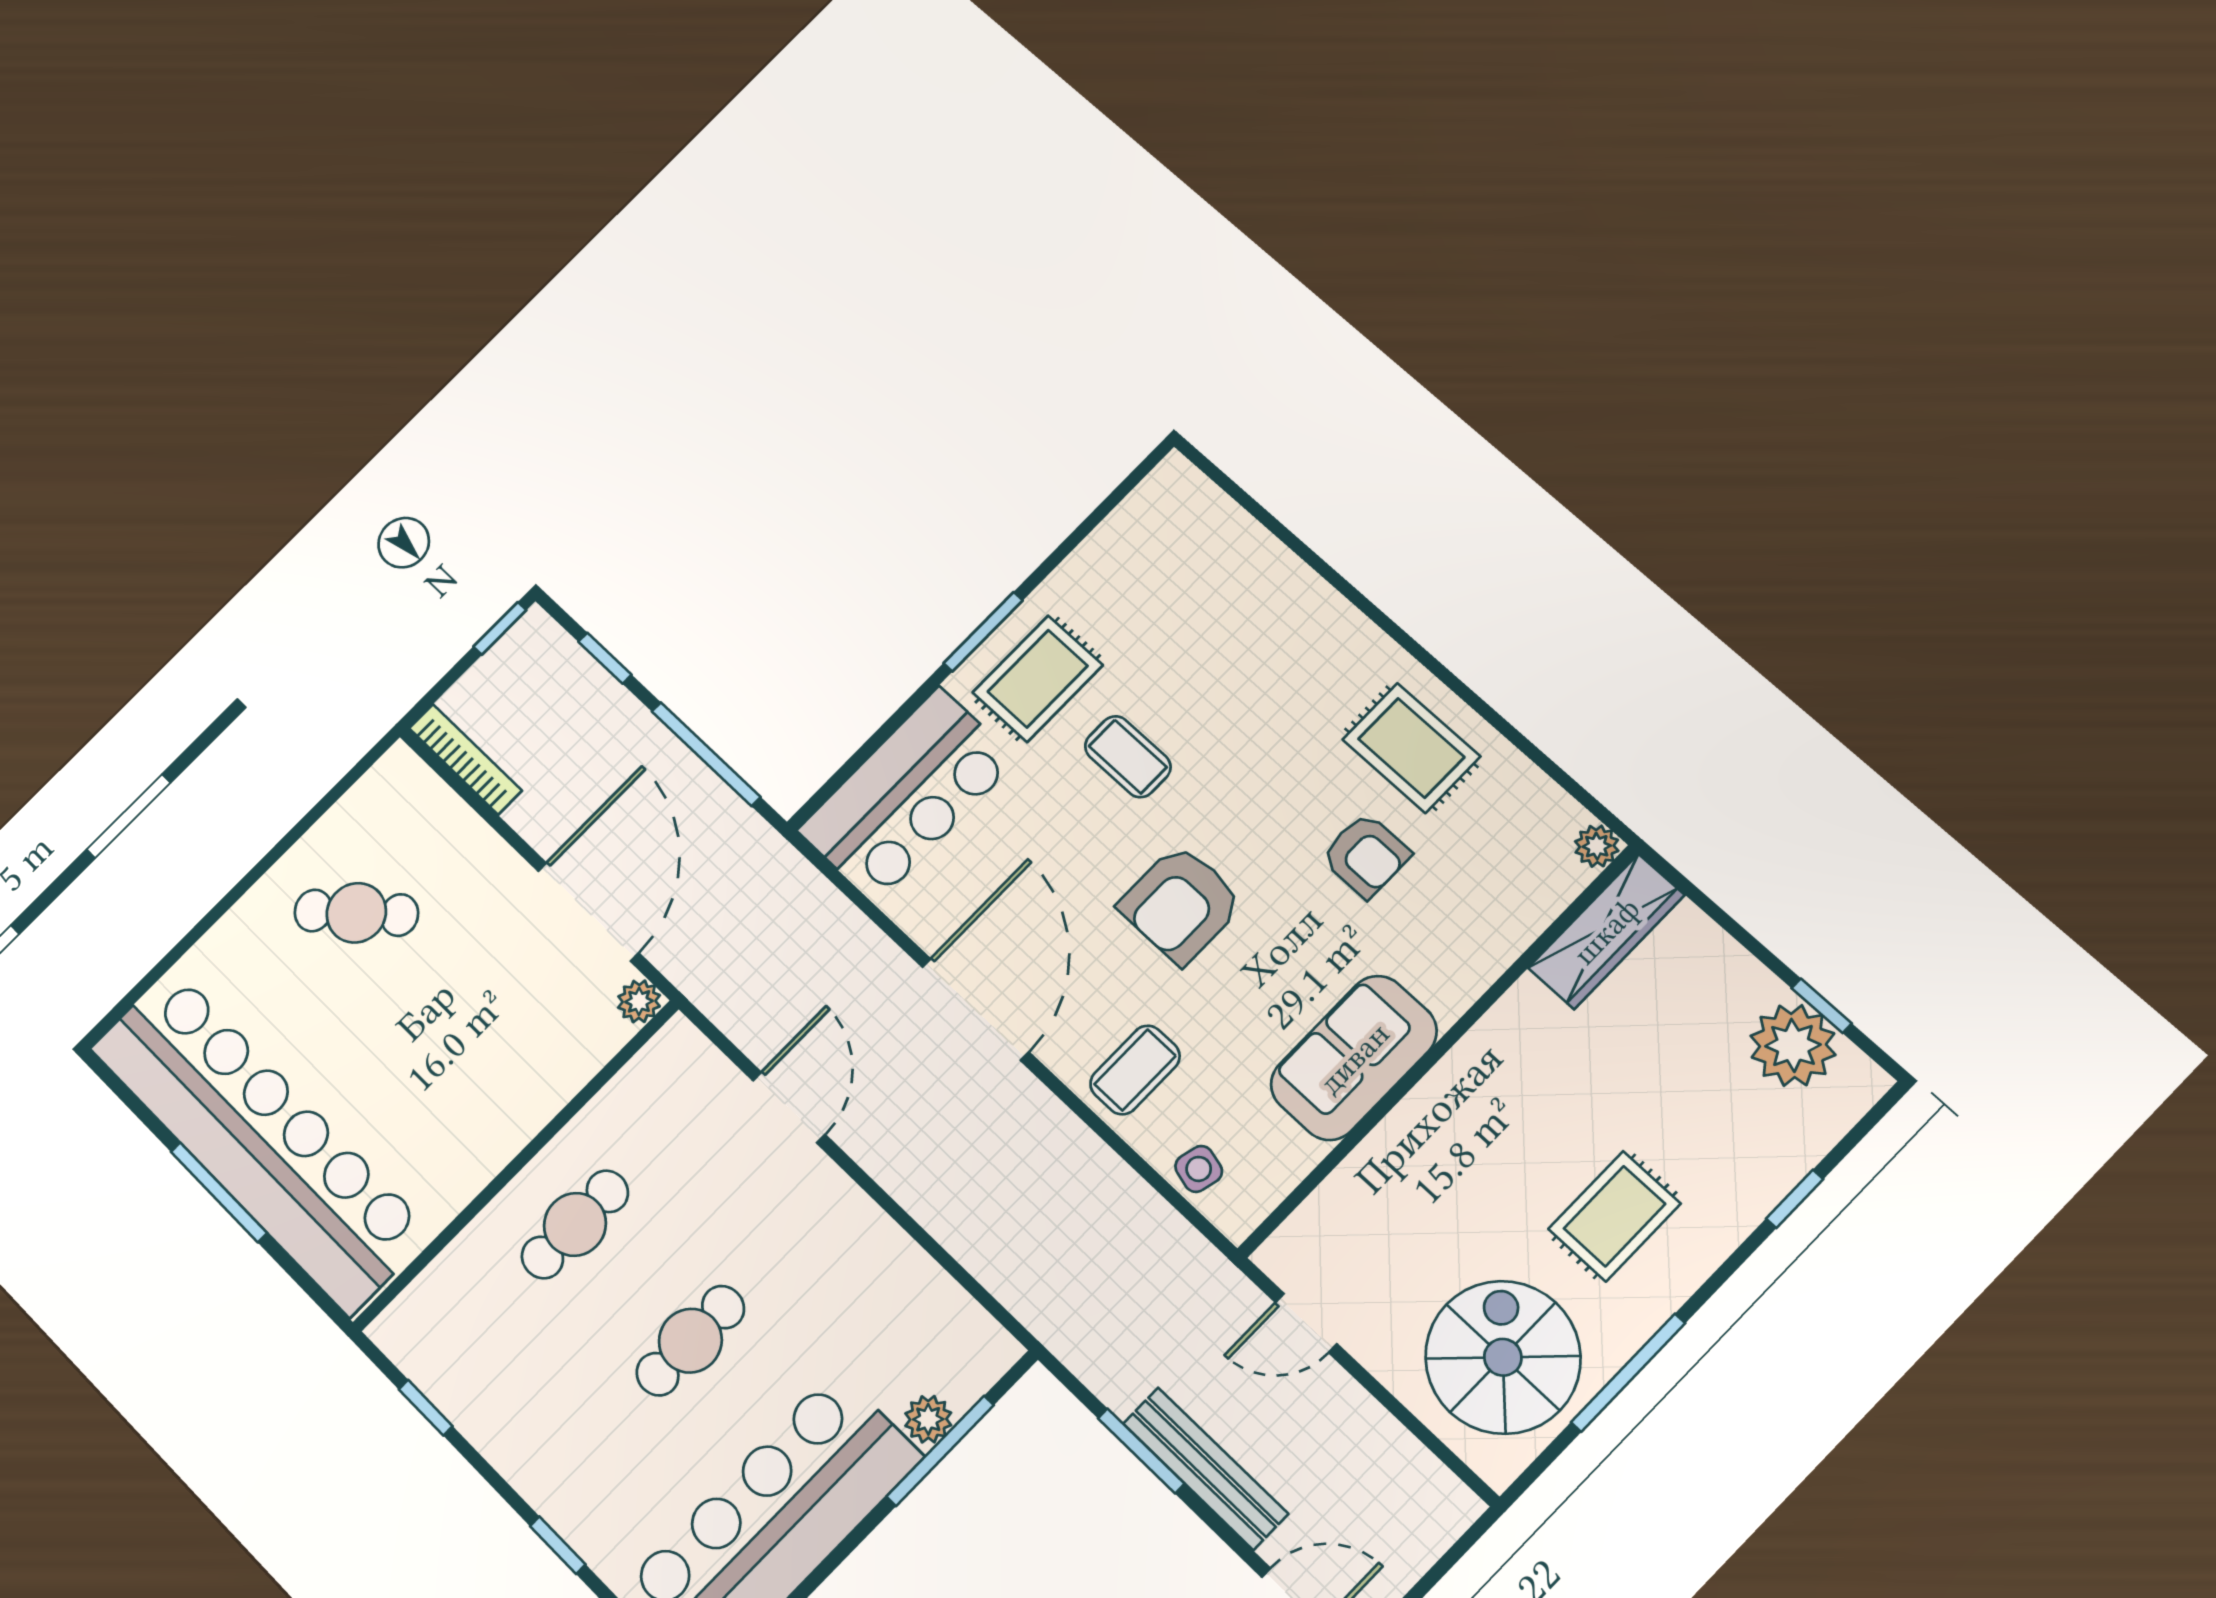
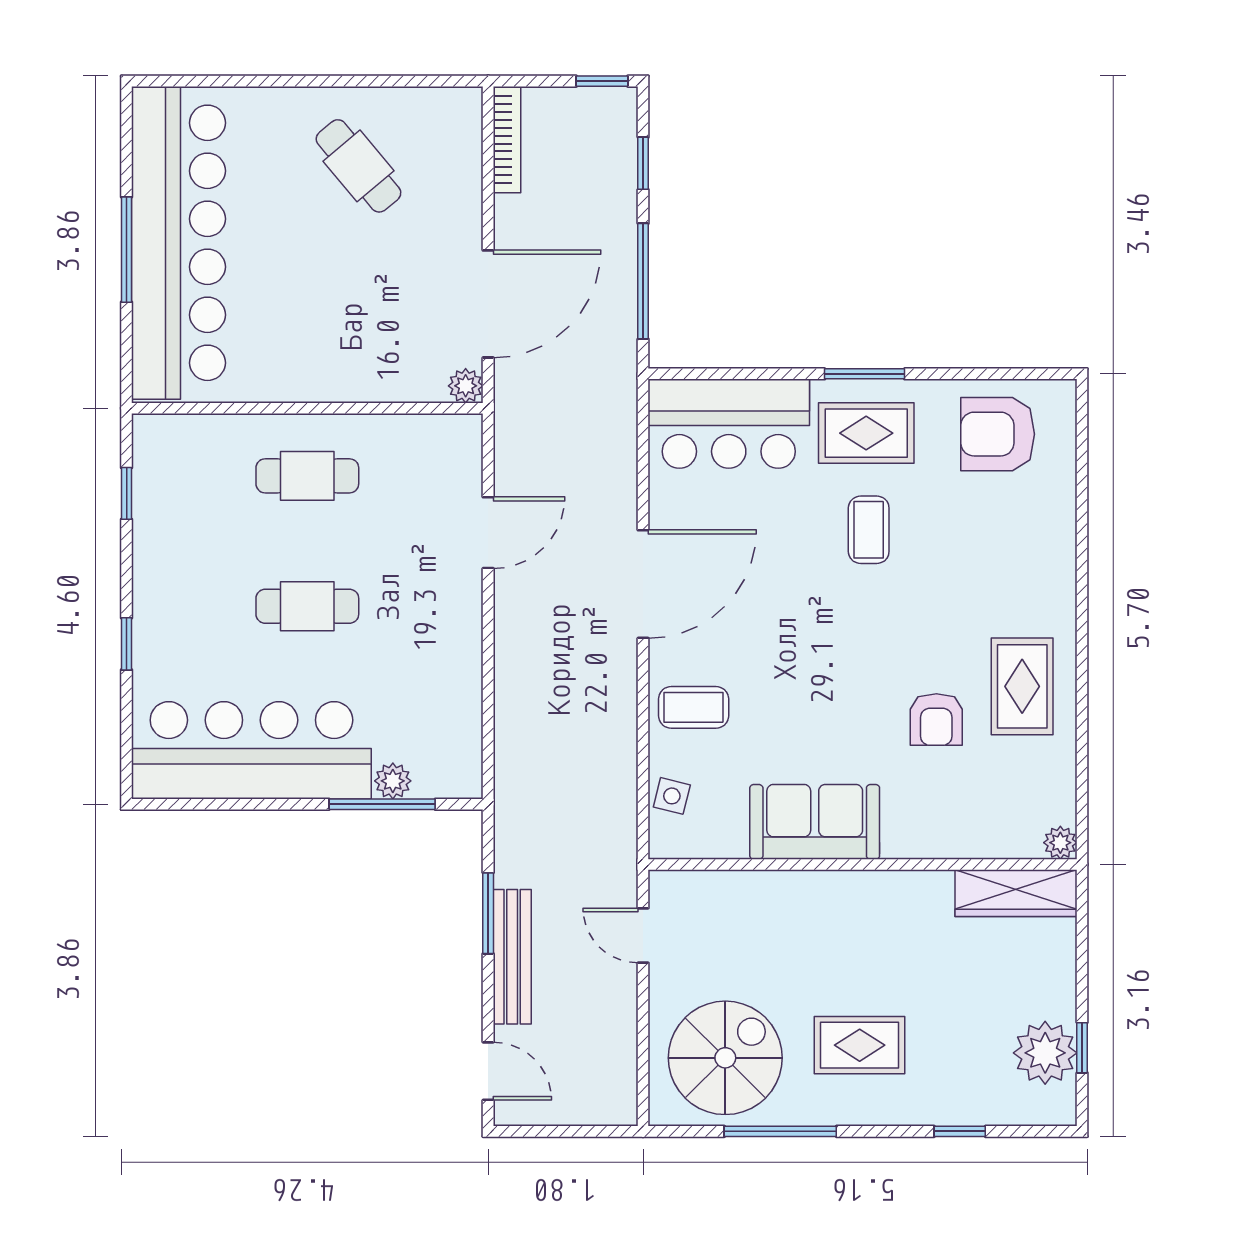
armchair: (1181, 904) -> (998, 434), moved

